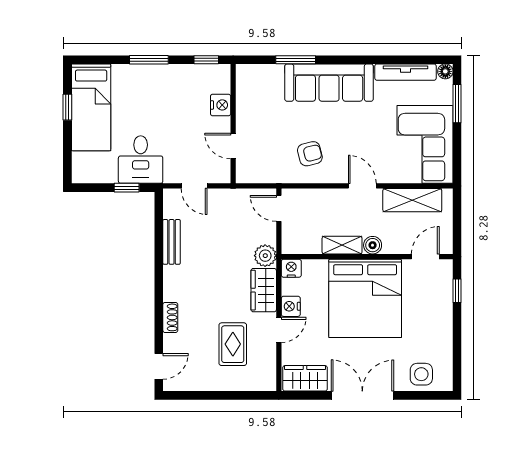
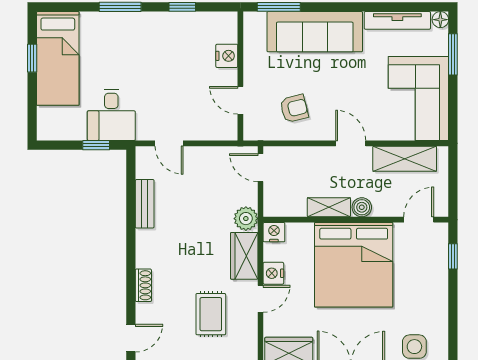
nightstand: (221, 105) -> (227, 56), moved
wall: (233, 124) -> (240, 76), moved
door: (233, 146) -> (240, 100), moved

